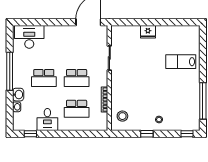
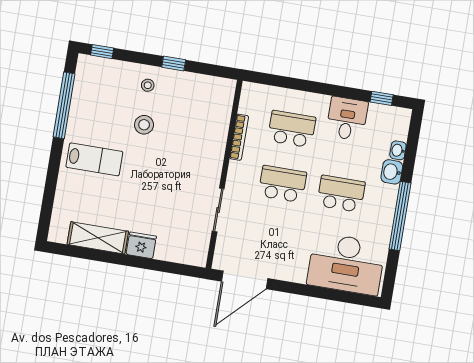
shelving: (172, 32) -> (98, 238), added
desk: (29, 37) -> (346, 264), width x1.36, depth x1.30
lab bench: (181, 62) -> (94, 159), moved
stool: (122, 116) -> (144, 125), moved

